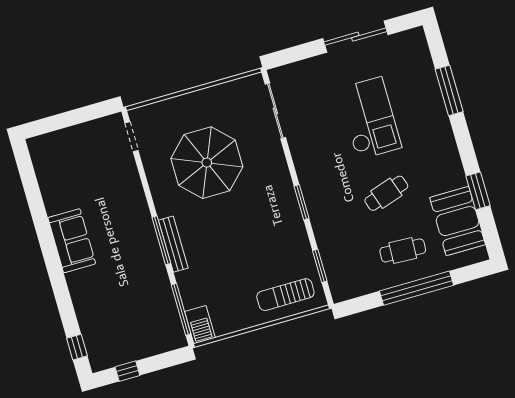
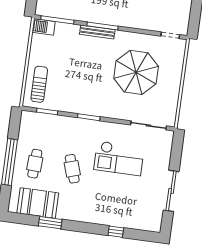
window: (449, 90) -> (116, 232), width x0.46
checkout: (370, 118) -> (119, 158), moved

